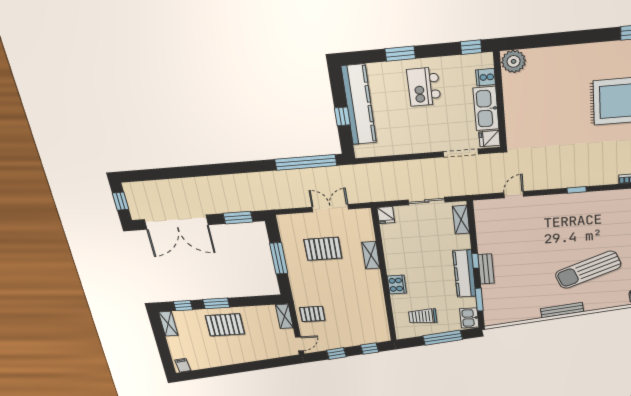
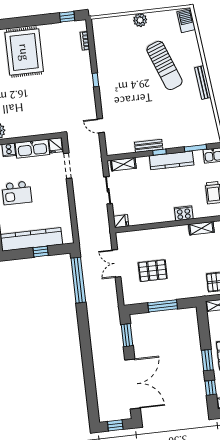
pallet: (323, 249) -> (153, 271), turned 90
shelving: (371, 255) -> (201, 228), moved
bench: (486, 269) -> (149, 146), moved

